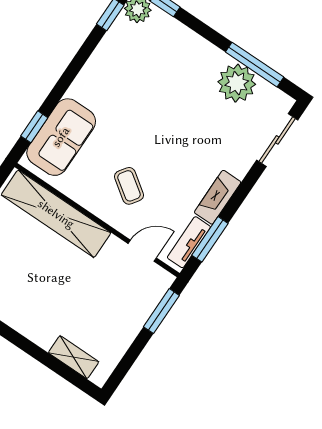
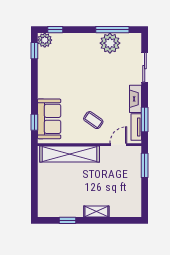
sliding door: (277, 140) -> (145, 67), moved
shelving: (74, 357) -> (96, 212), moved

